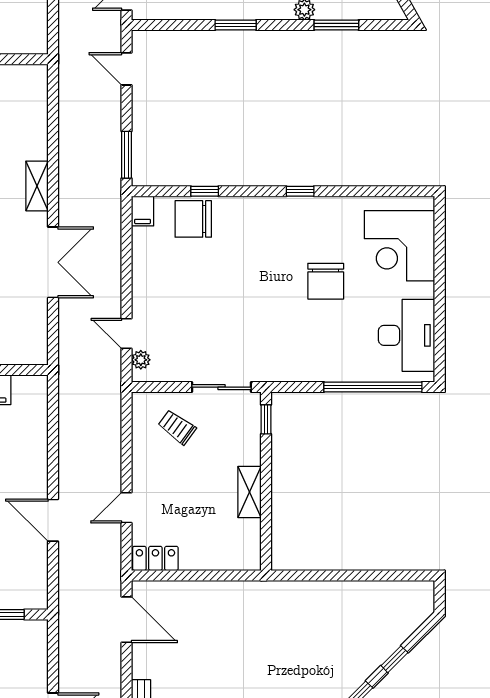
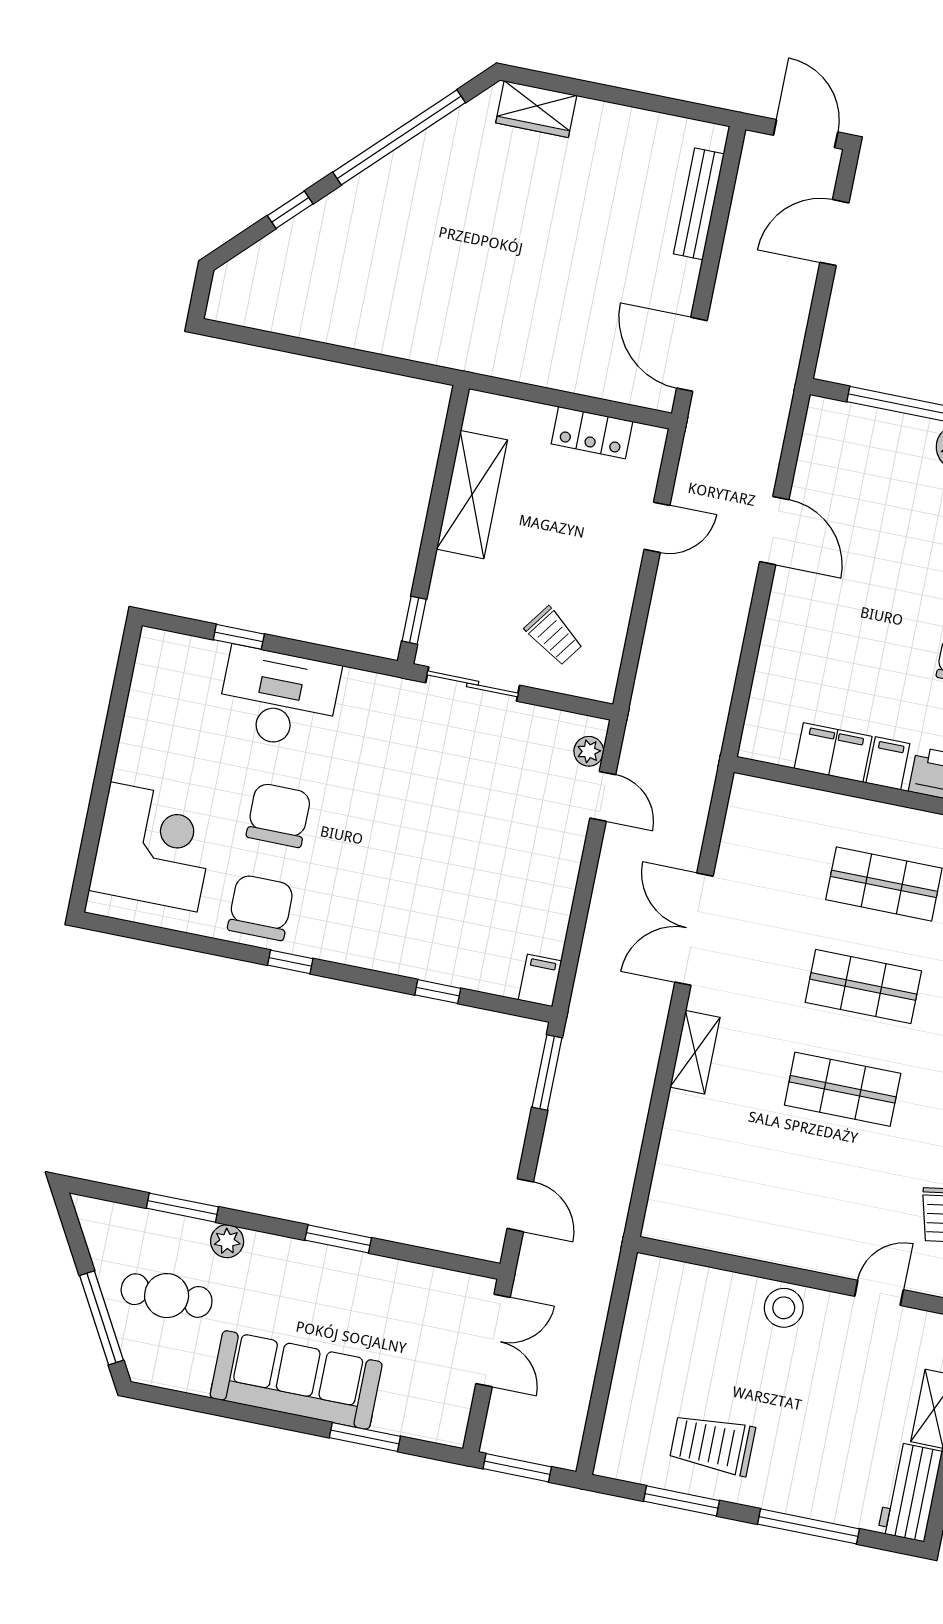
chair: (193, 219) -> (261, 907), moved, turned -90
desk: (407, 335) -> (279, 698), moved, turned 90
window: (373, 387) -> (239, 637), width x0.32
shelving: (249, 492) -> (472, 495), width x1.50, depth x1.33
locker: (155, 558) -> (592, 433), moved

